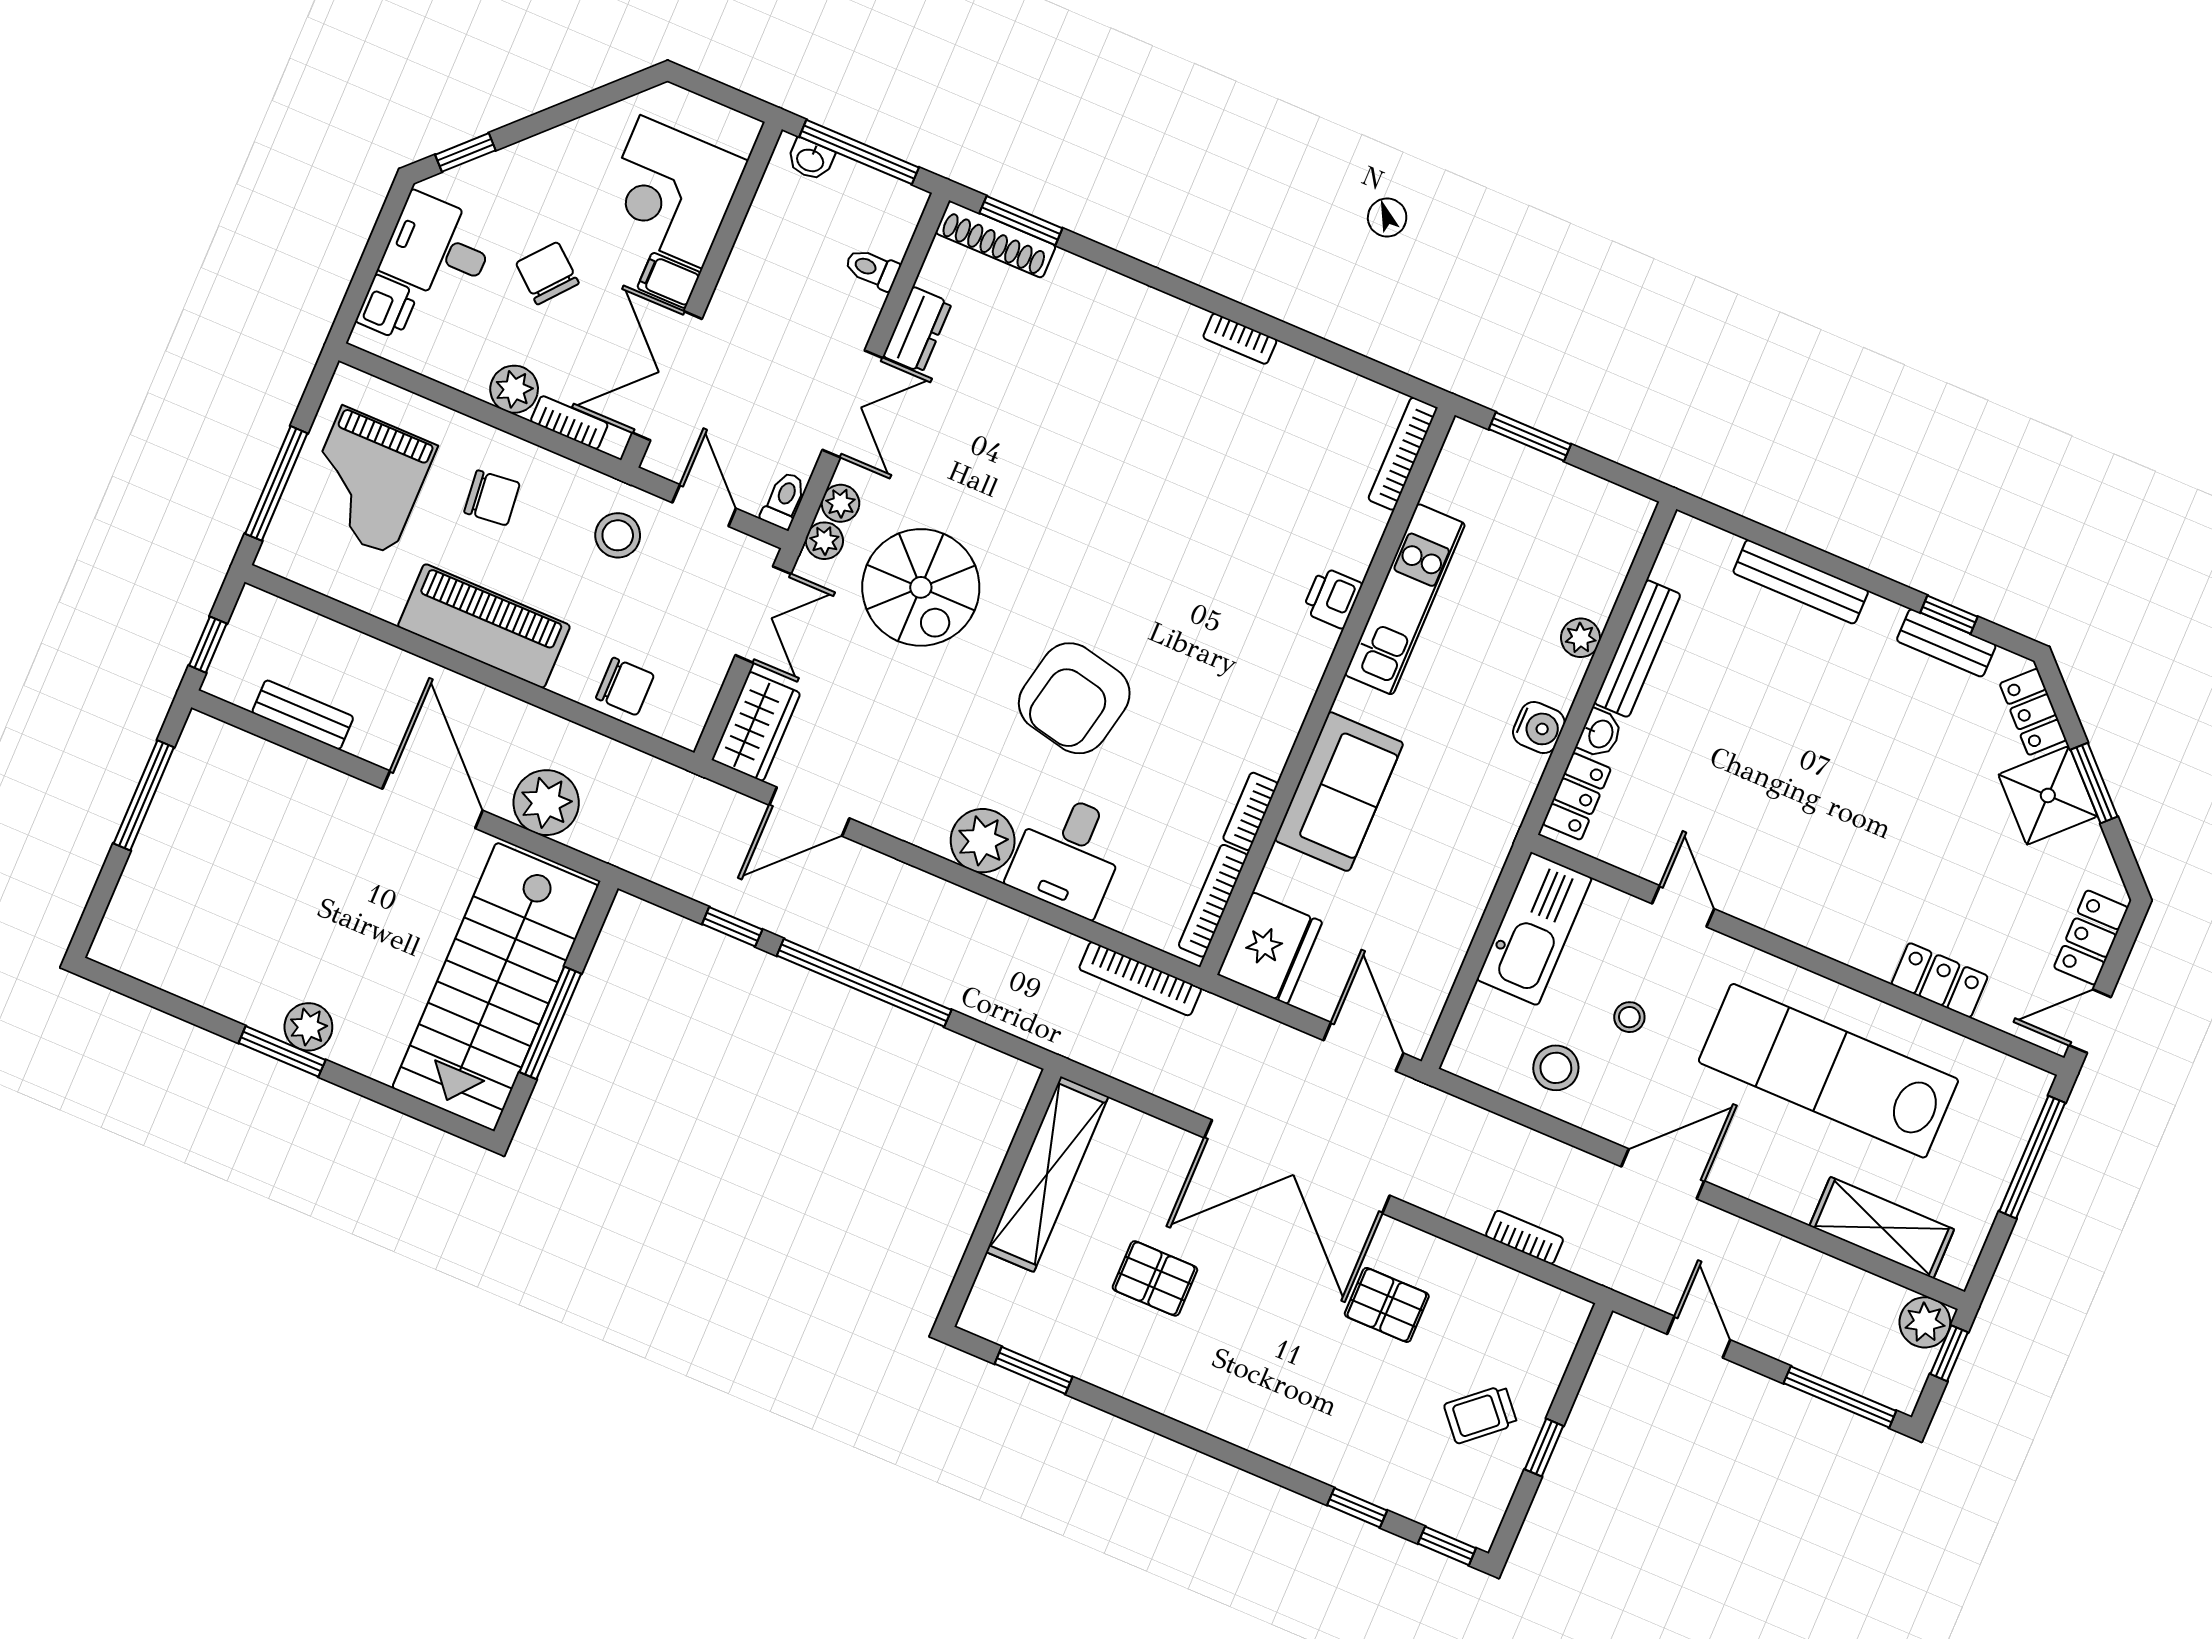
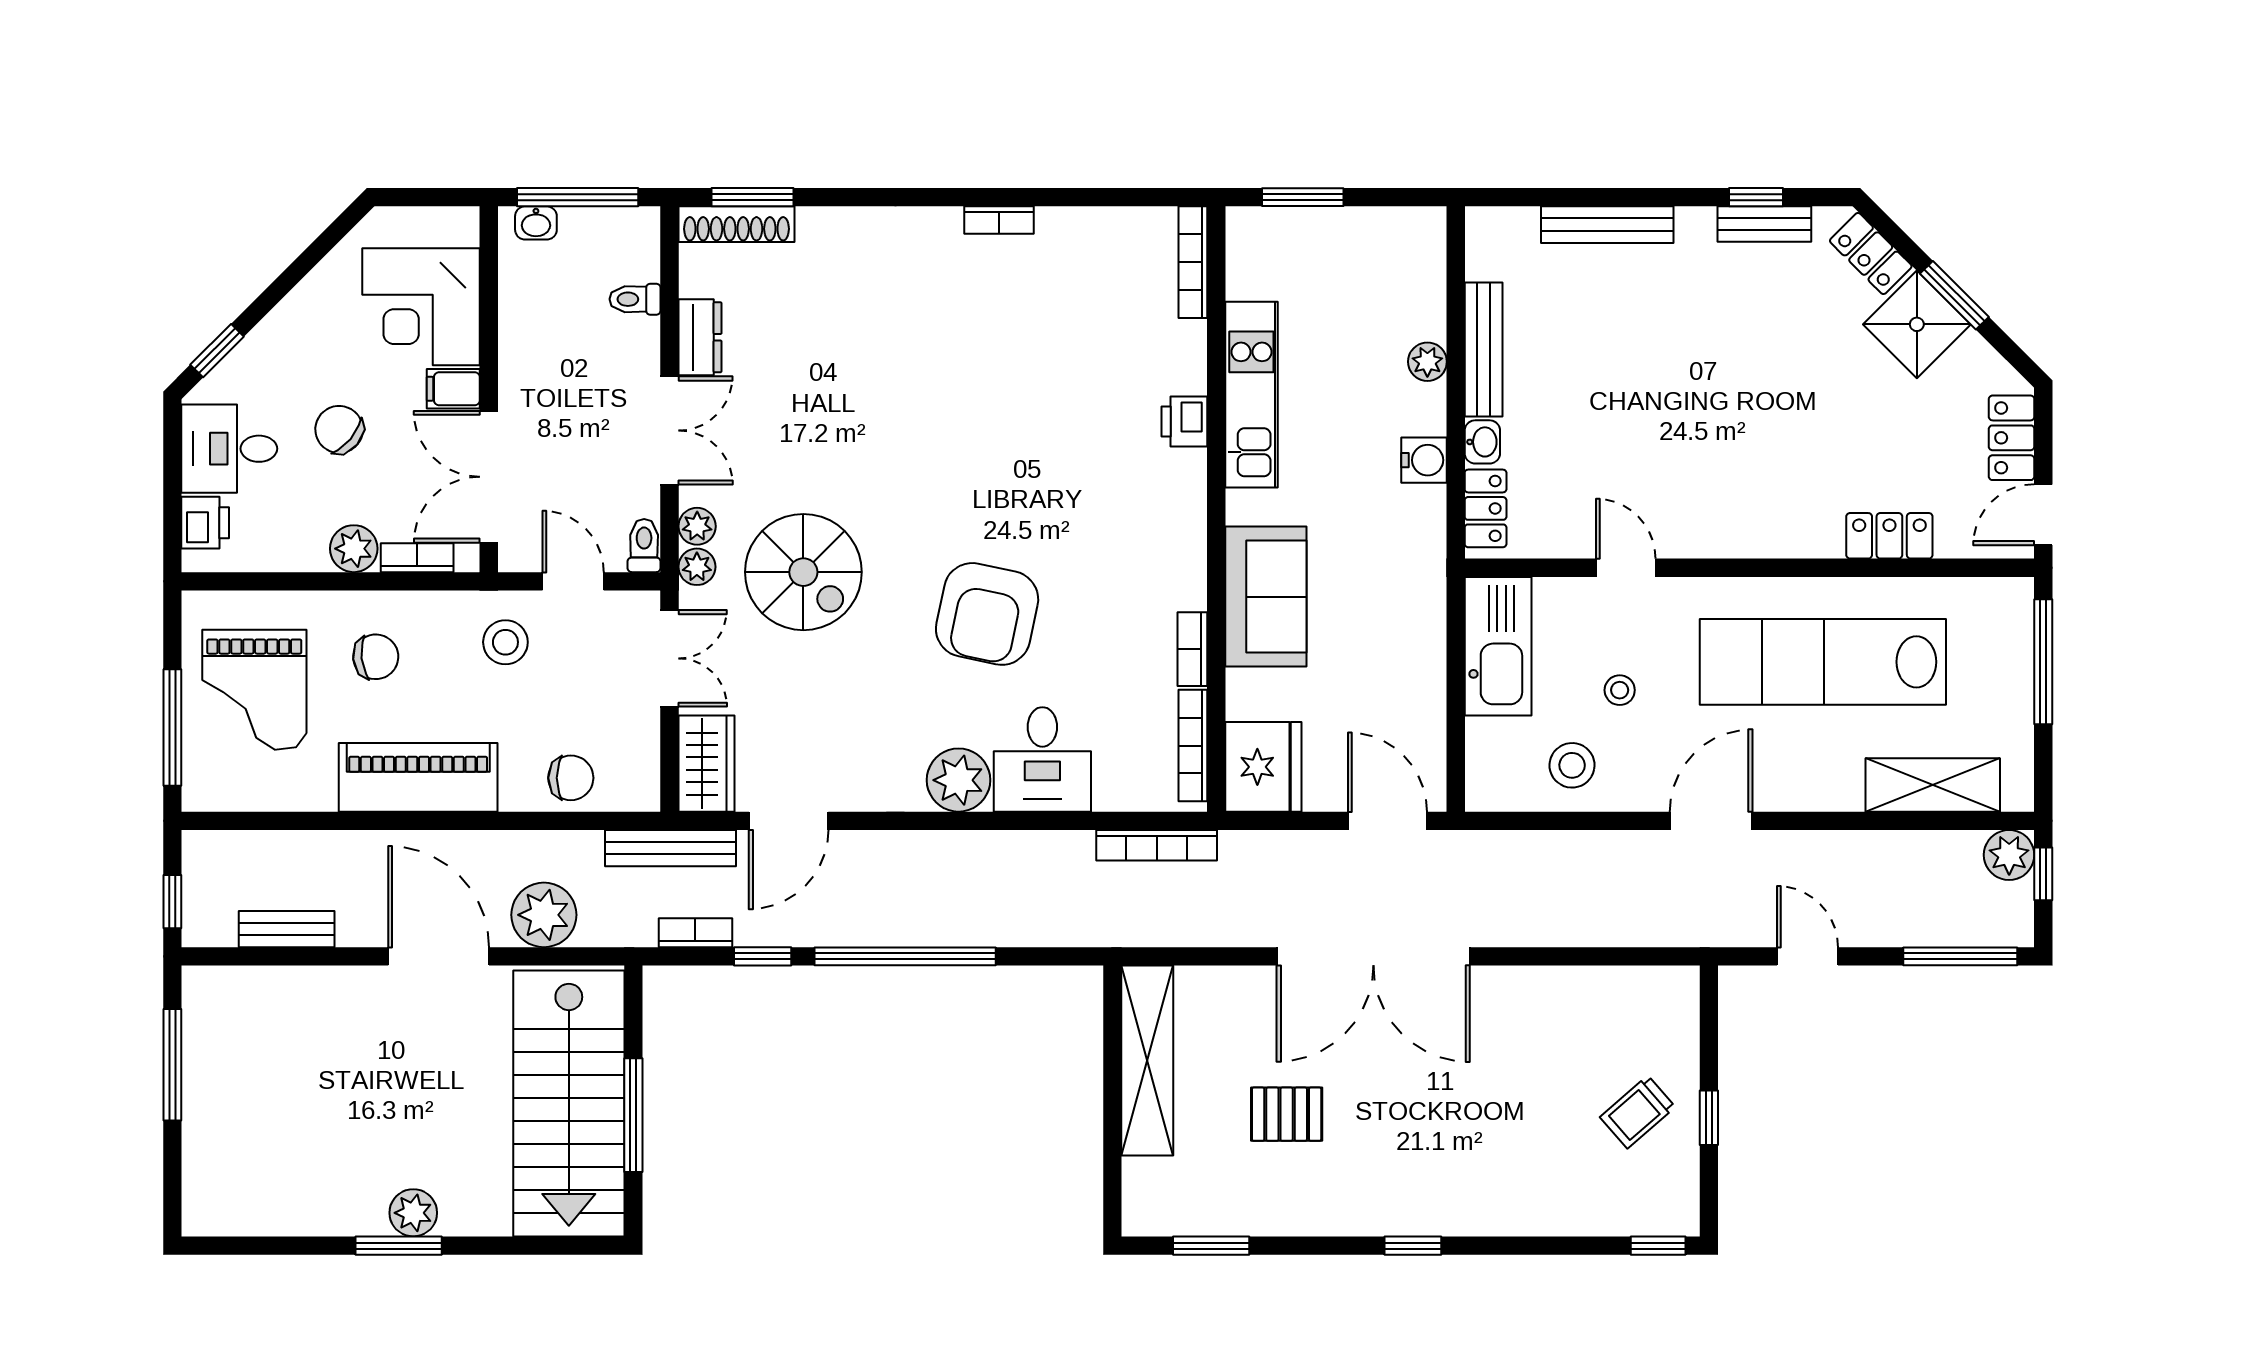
bench: (690, 791) -> (671, 848), added
bookcase: (1524, 1237) -> (695, 933), moved
pallet: (1387, 1305) -> (1509, 1048), removed
window: (1357, 1508) -> (1413, 1246), moved

